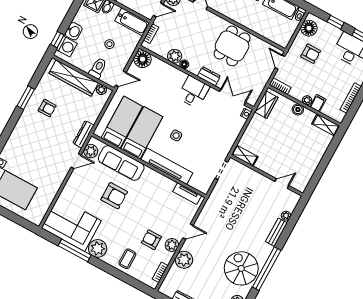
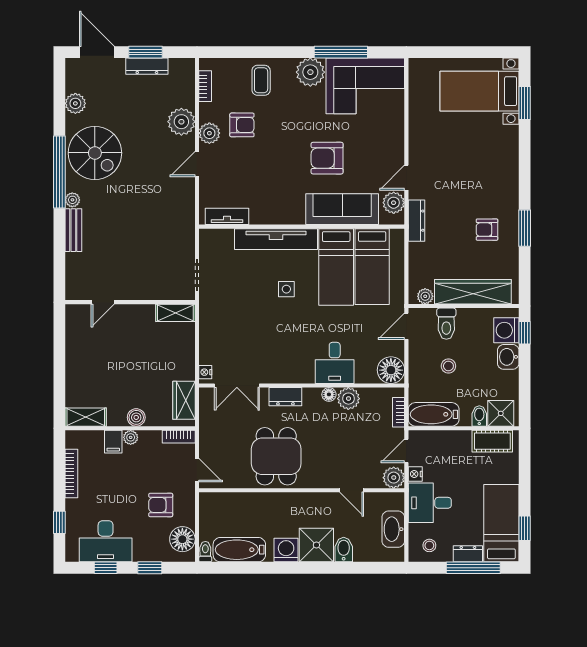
desk: (193, 92) -> (335, 363), moved
plant: (286, 216) -> (72, 200), moved

